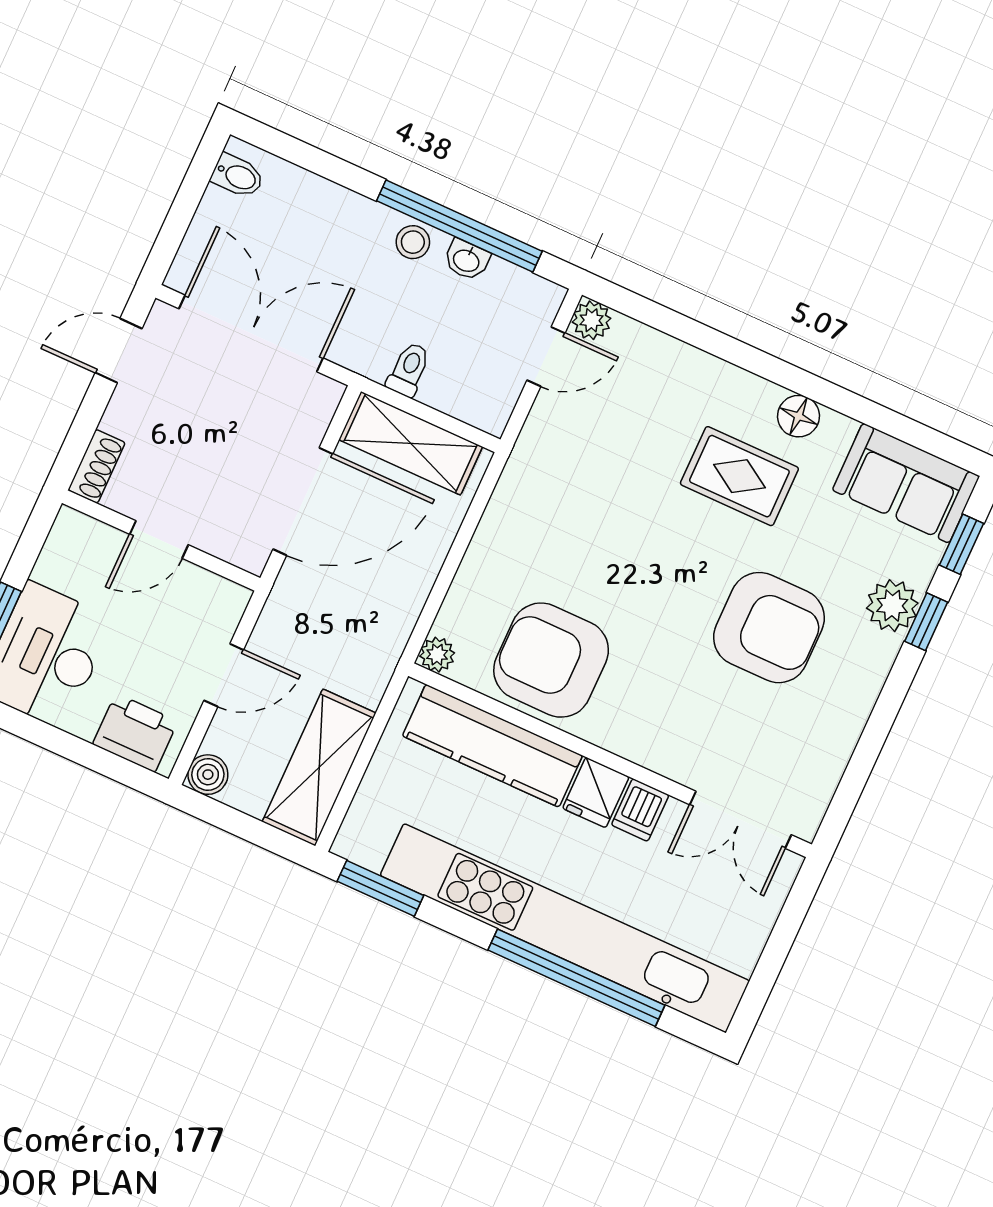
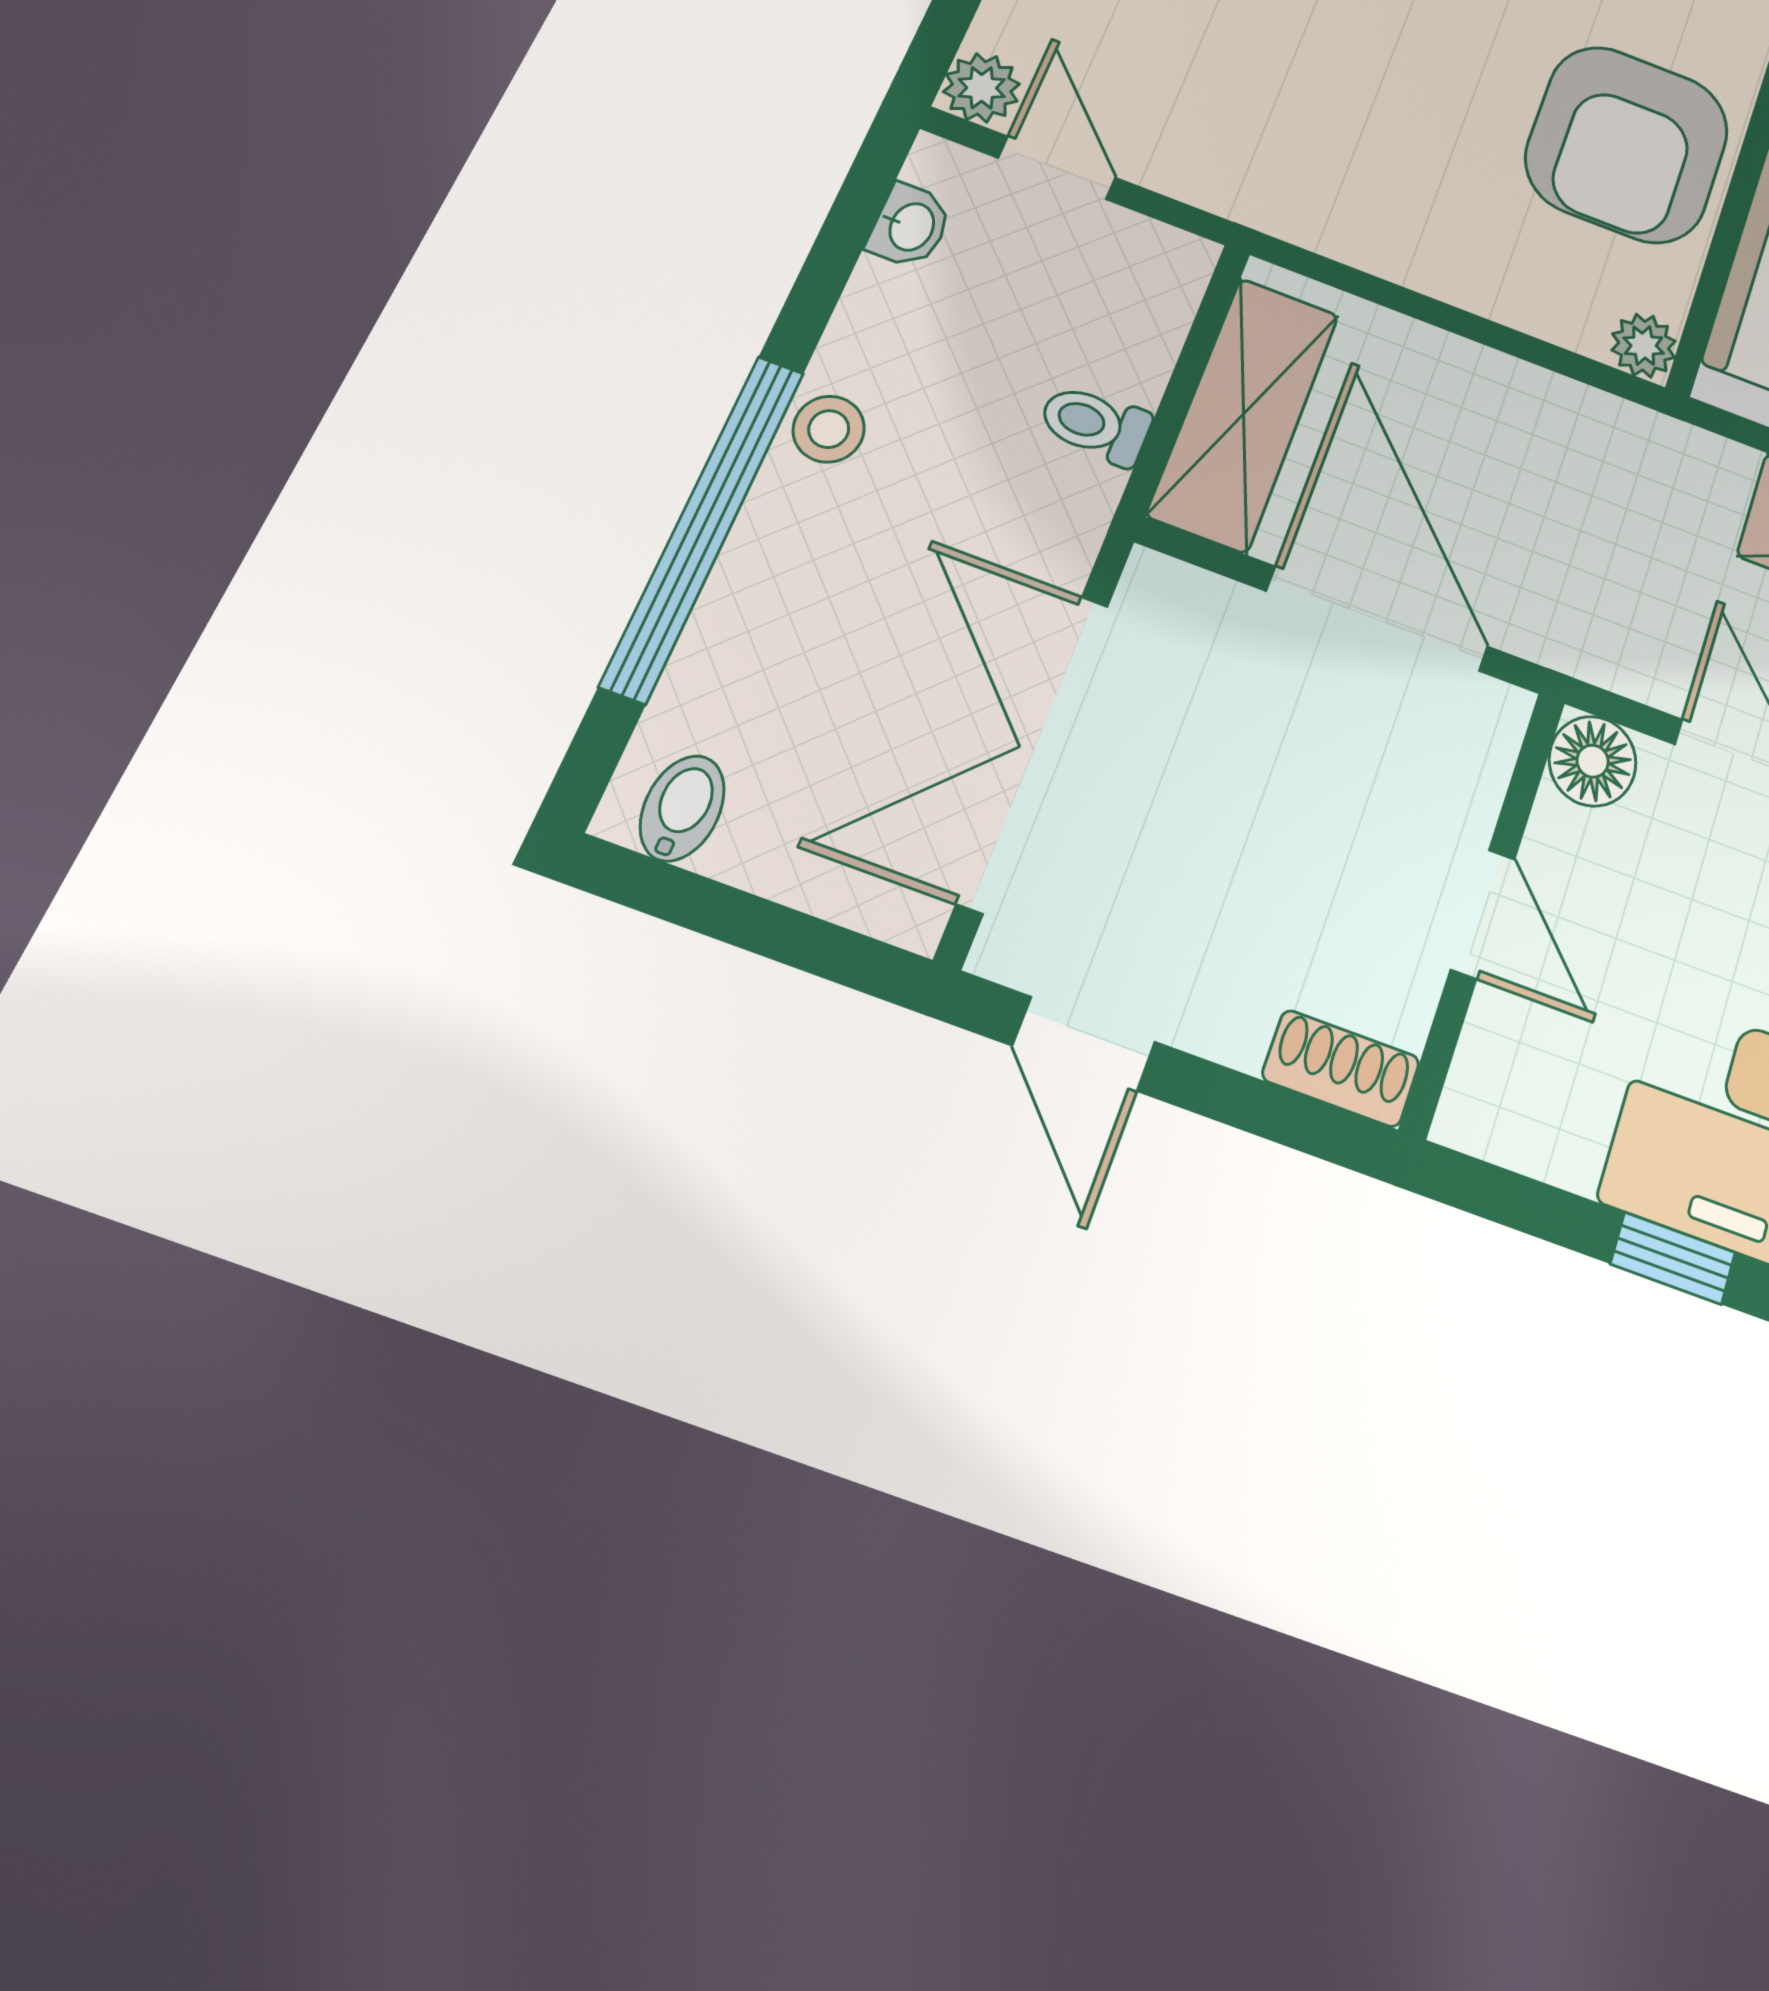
window: (459, 226) -> (704, 526), moved
washbasin: (467, 260) -> (910, 226), moved
floor lamp: (226, 601) -> (1593, 761), added

